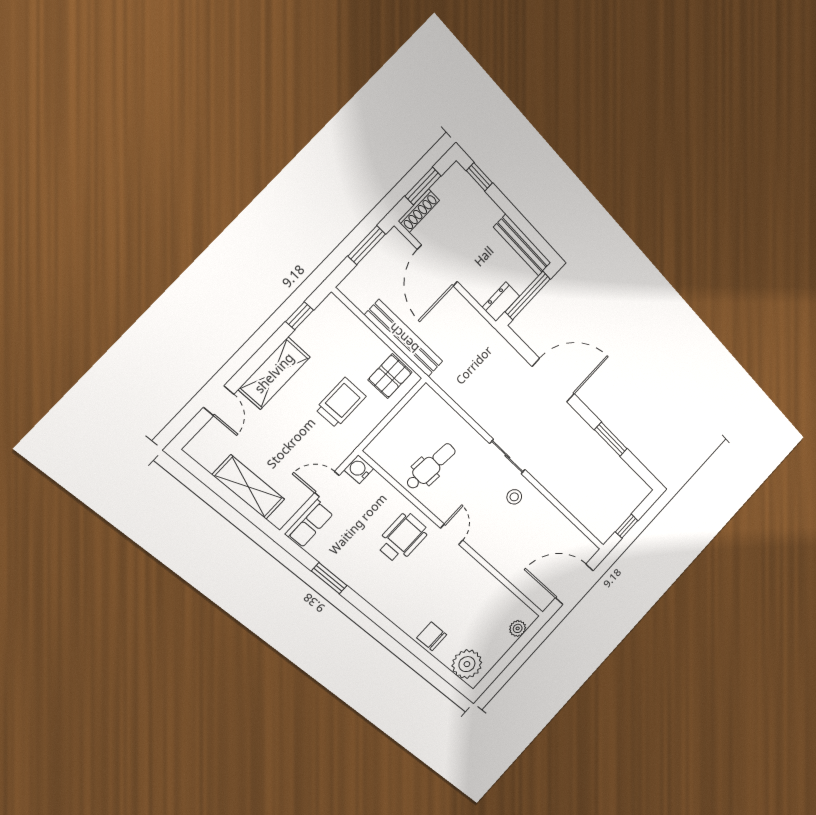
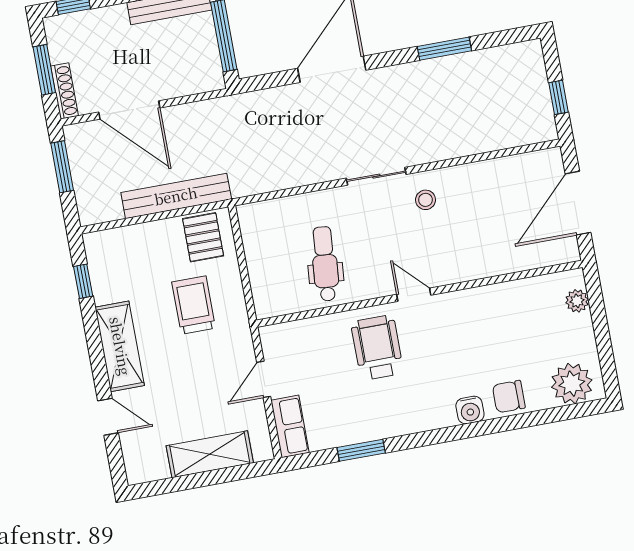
dresser: (501, 302) -> (210, 69), removed
water cooler: (359, 469) -> (470, 410), moved, turned -90

